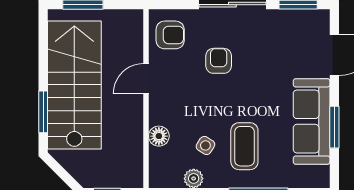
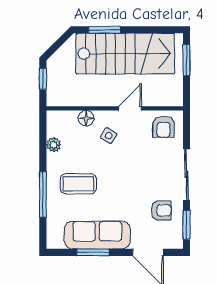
armchair: (219, 61) -> (161, 210), moved
door: (146, 79) -> (130, 108), hinge flipped
side table: (205, 145) -> (109, 136), moved

